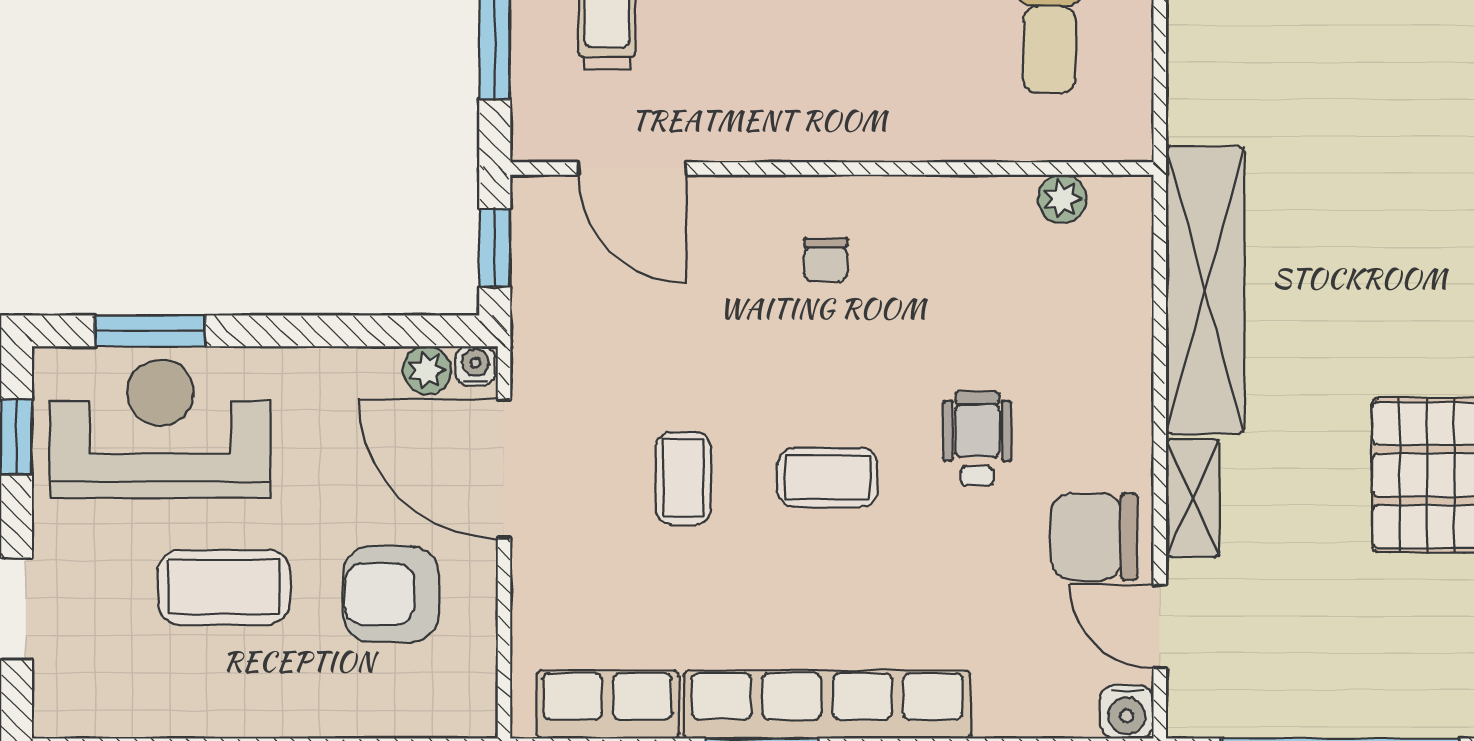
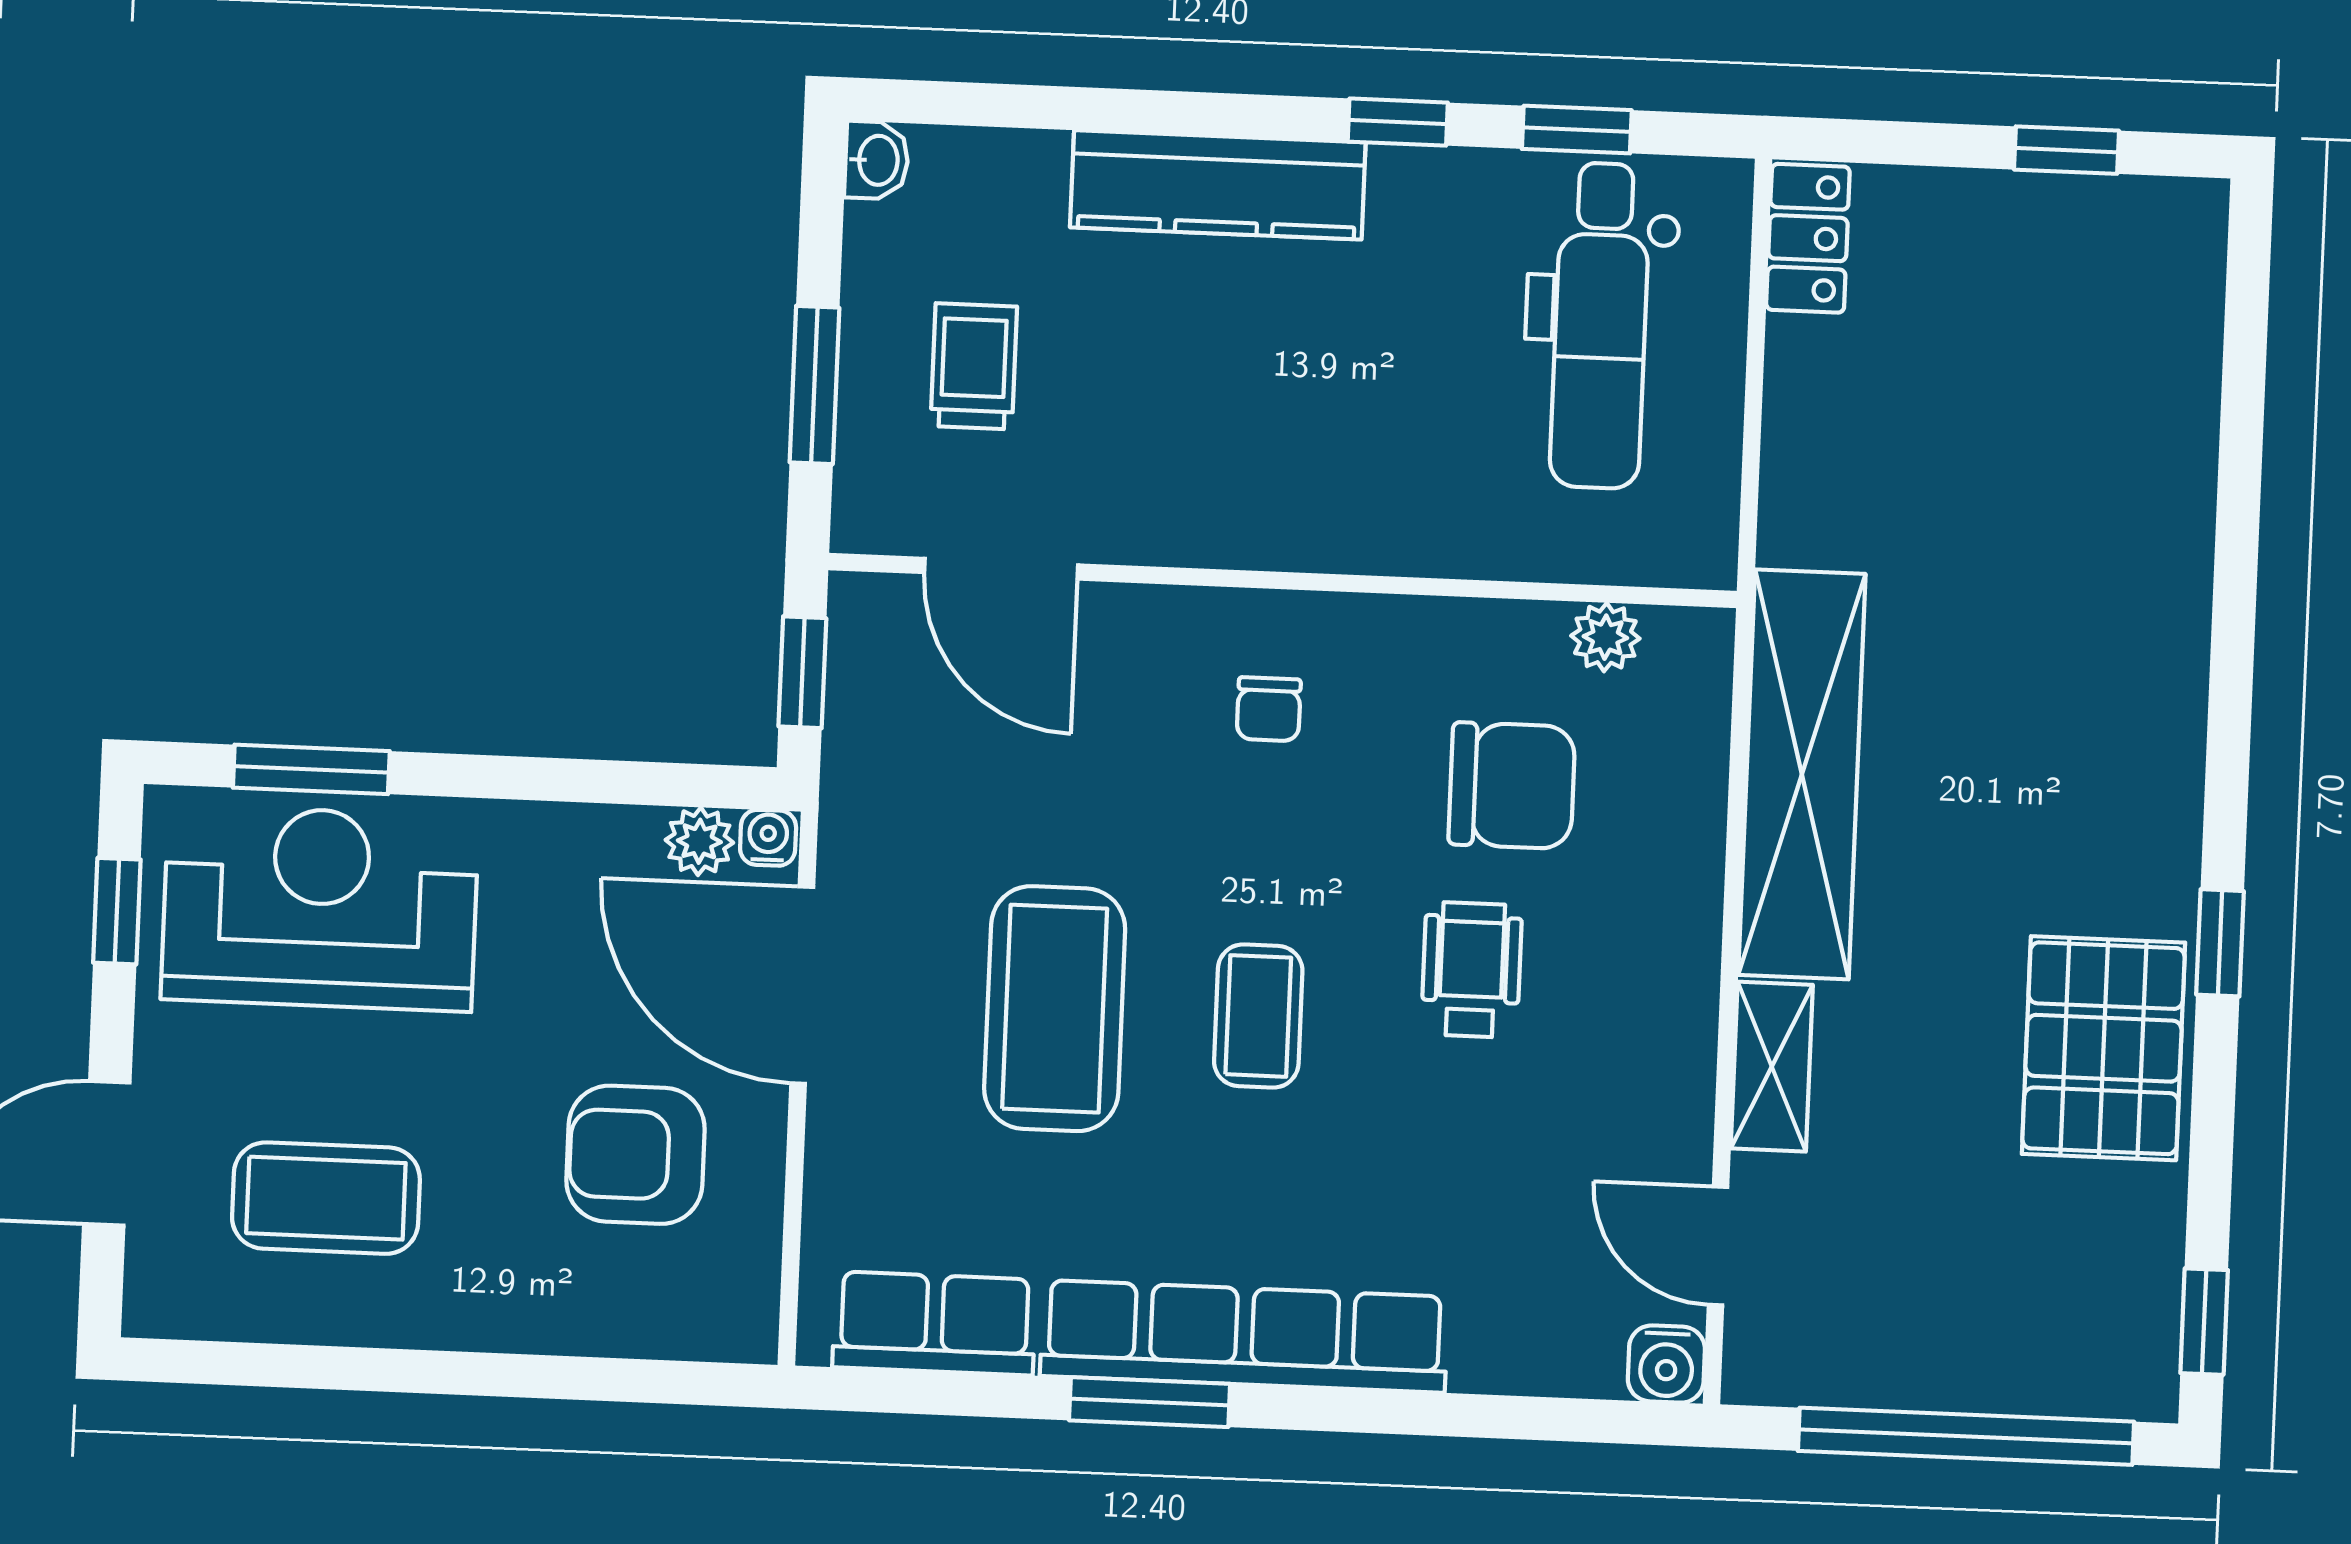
coffee table: (828, 477) -> (1258, 1016), turned 90
coffee table: (683, 478) -> (1055, 1009), width x1.86, depth x1.72
chair: (1094, 537) -> (1512, 786), moved, turned 180
coffee table: (224, 587) -> (326, 1198), moved

